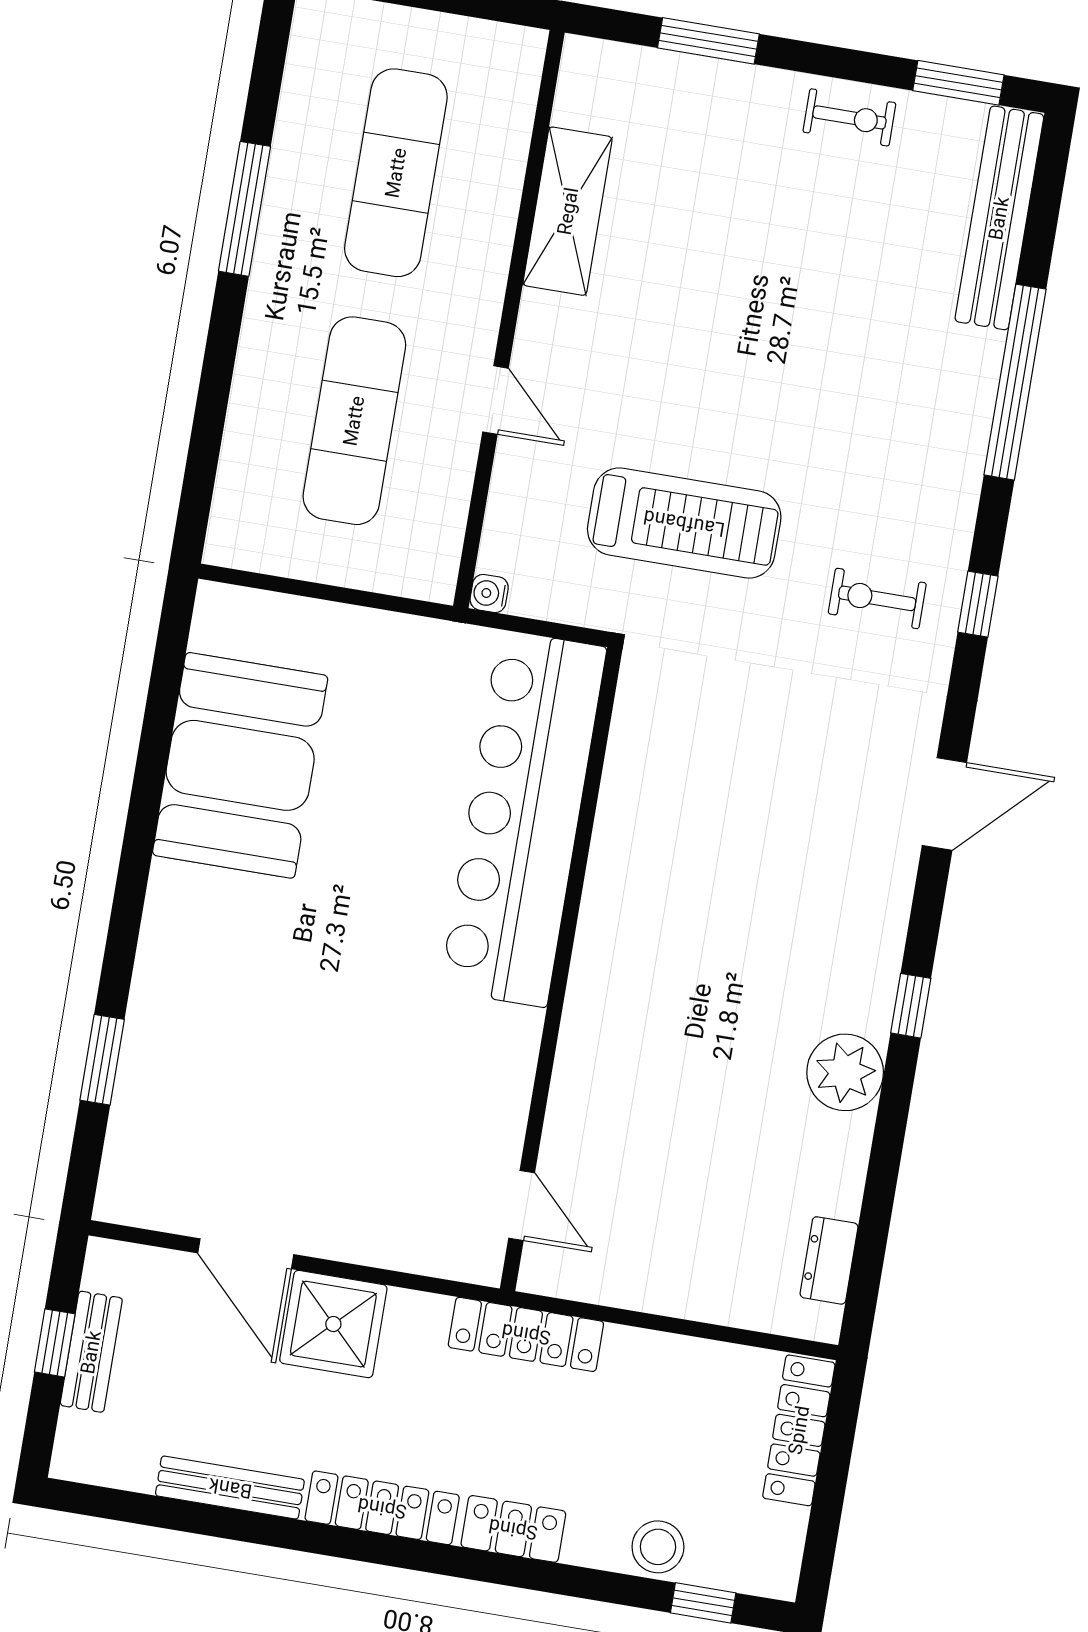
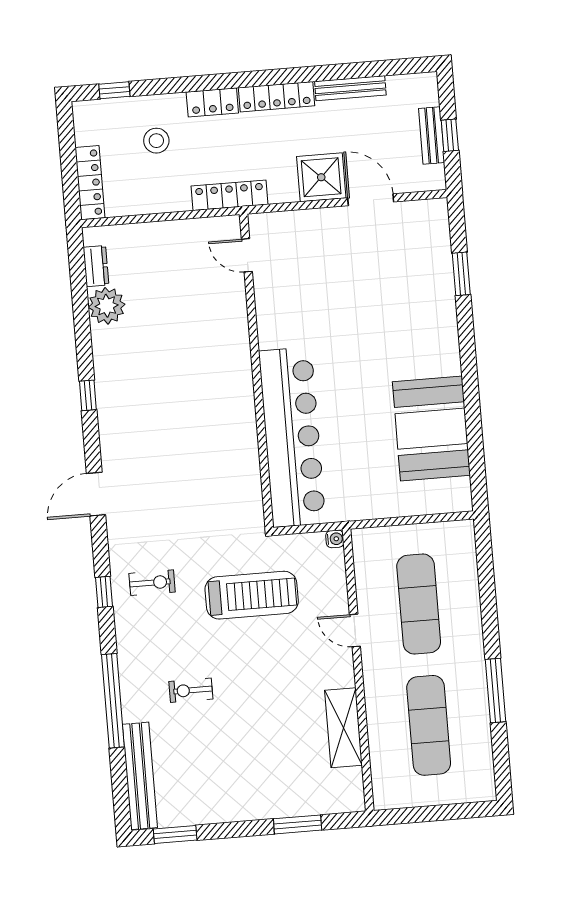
exercise bike: (849, 117) -> (191, 690), moved
treadmill: (684, 523) -> (252, 595), turned 180
plant: (845, 1072) -> (107, 306), moved
stool: (658, 1547) -> (156, 141), moved

